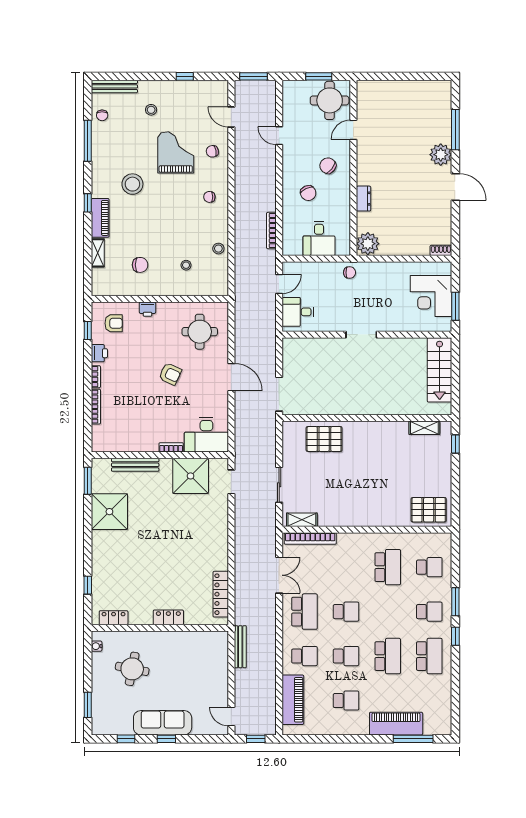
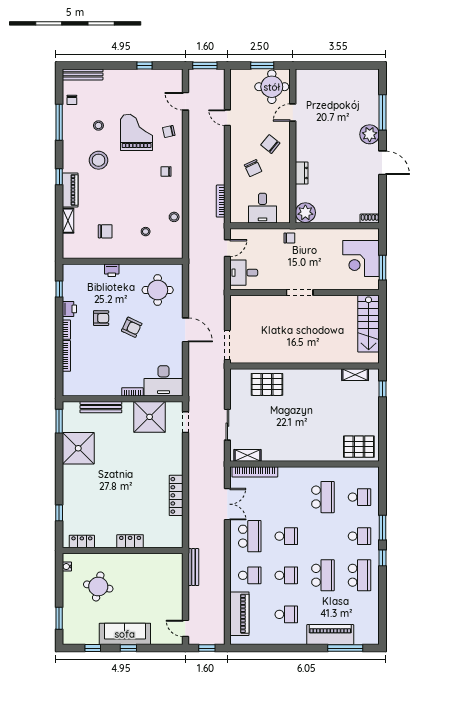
stool: (151, 110) -> (98, 126), moved
armchair: (114, 323) -> (101, 318), moved
locker: (221, 594) -> (176, 495), moved

